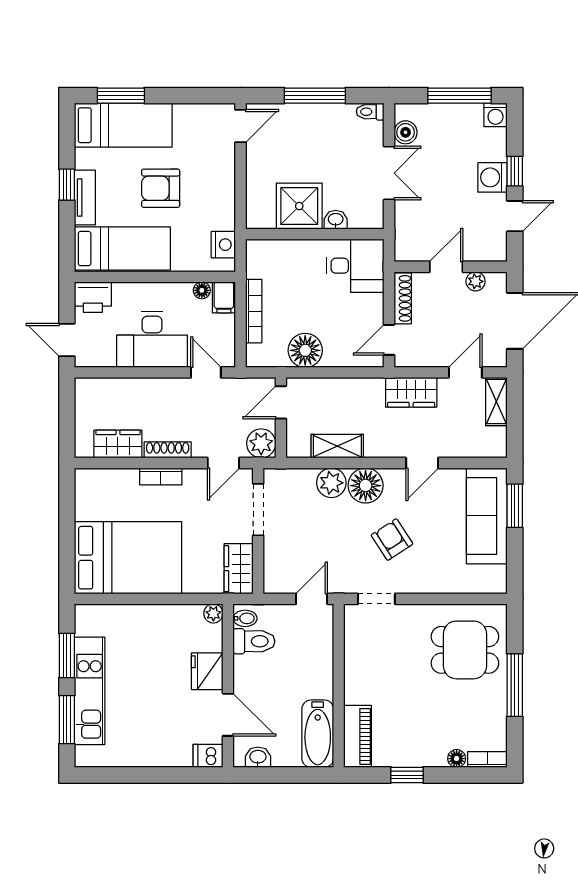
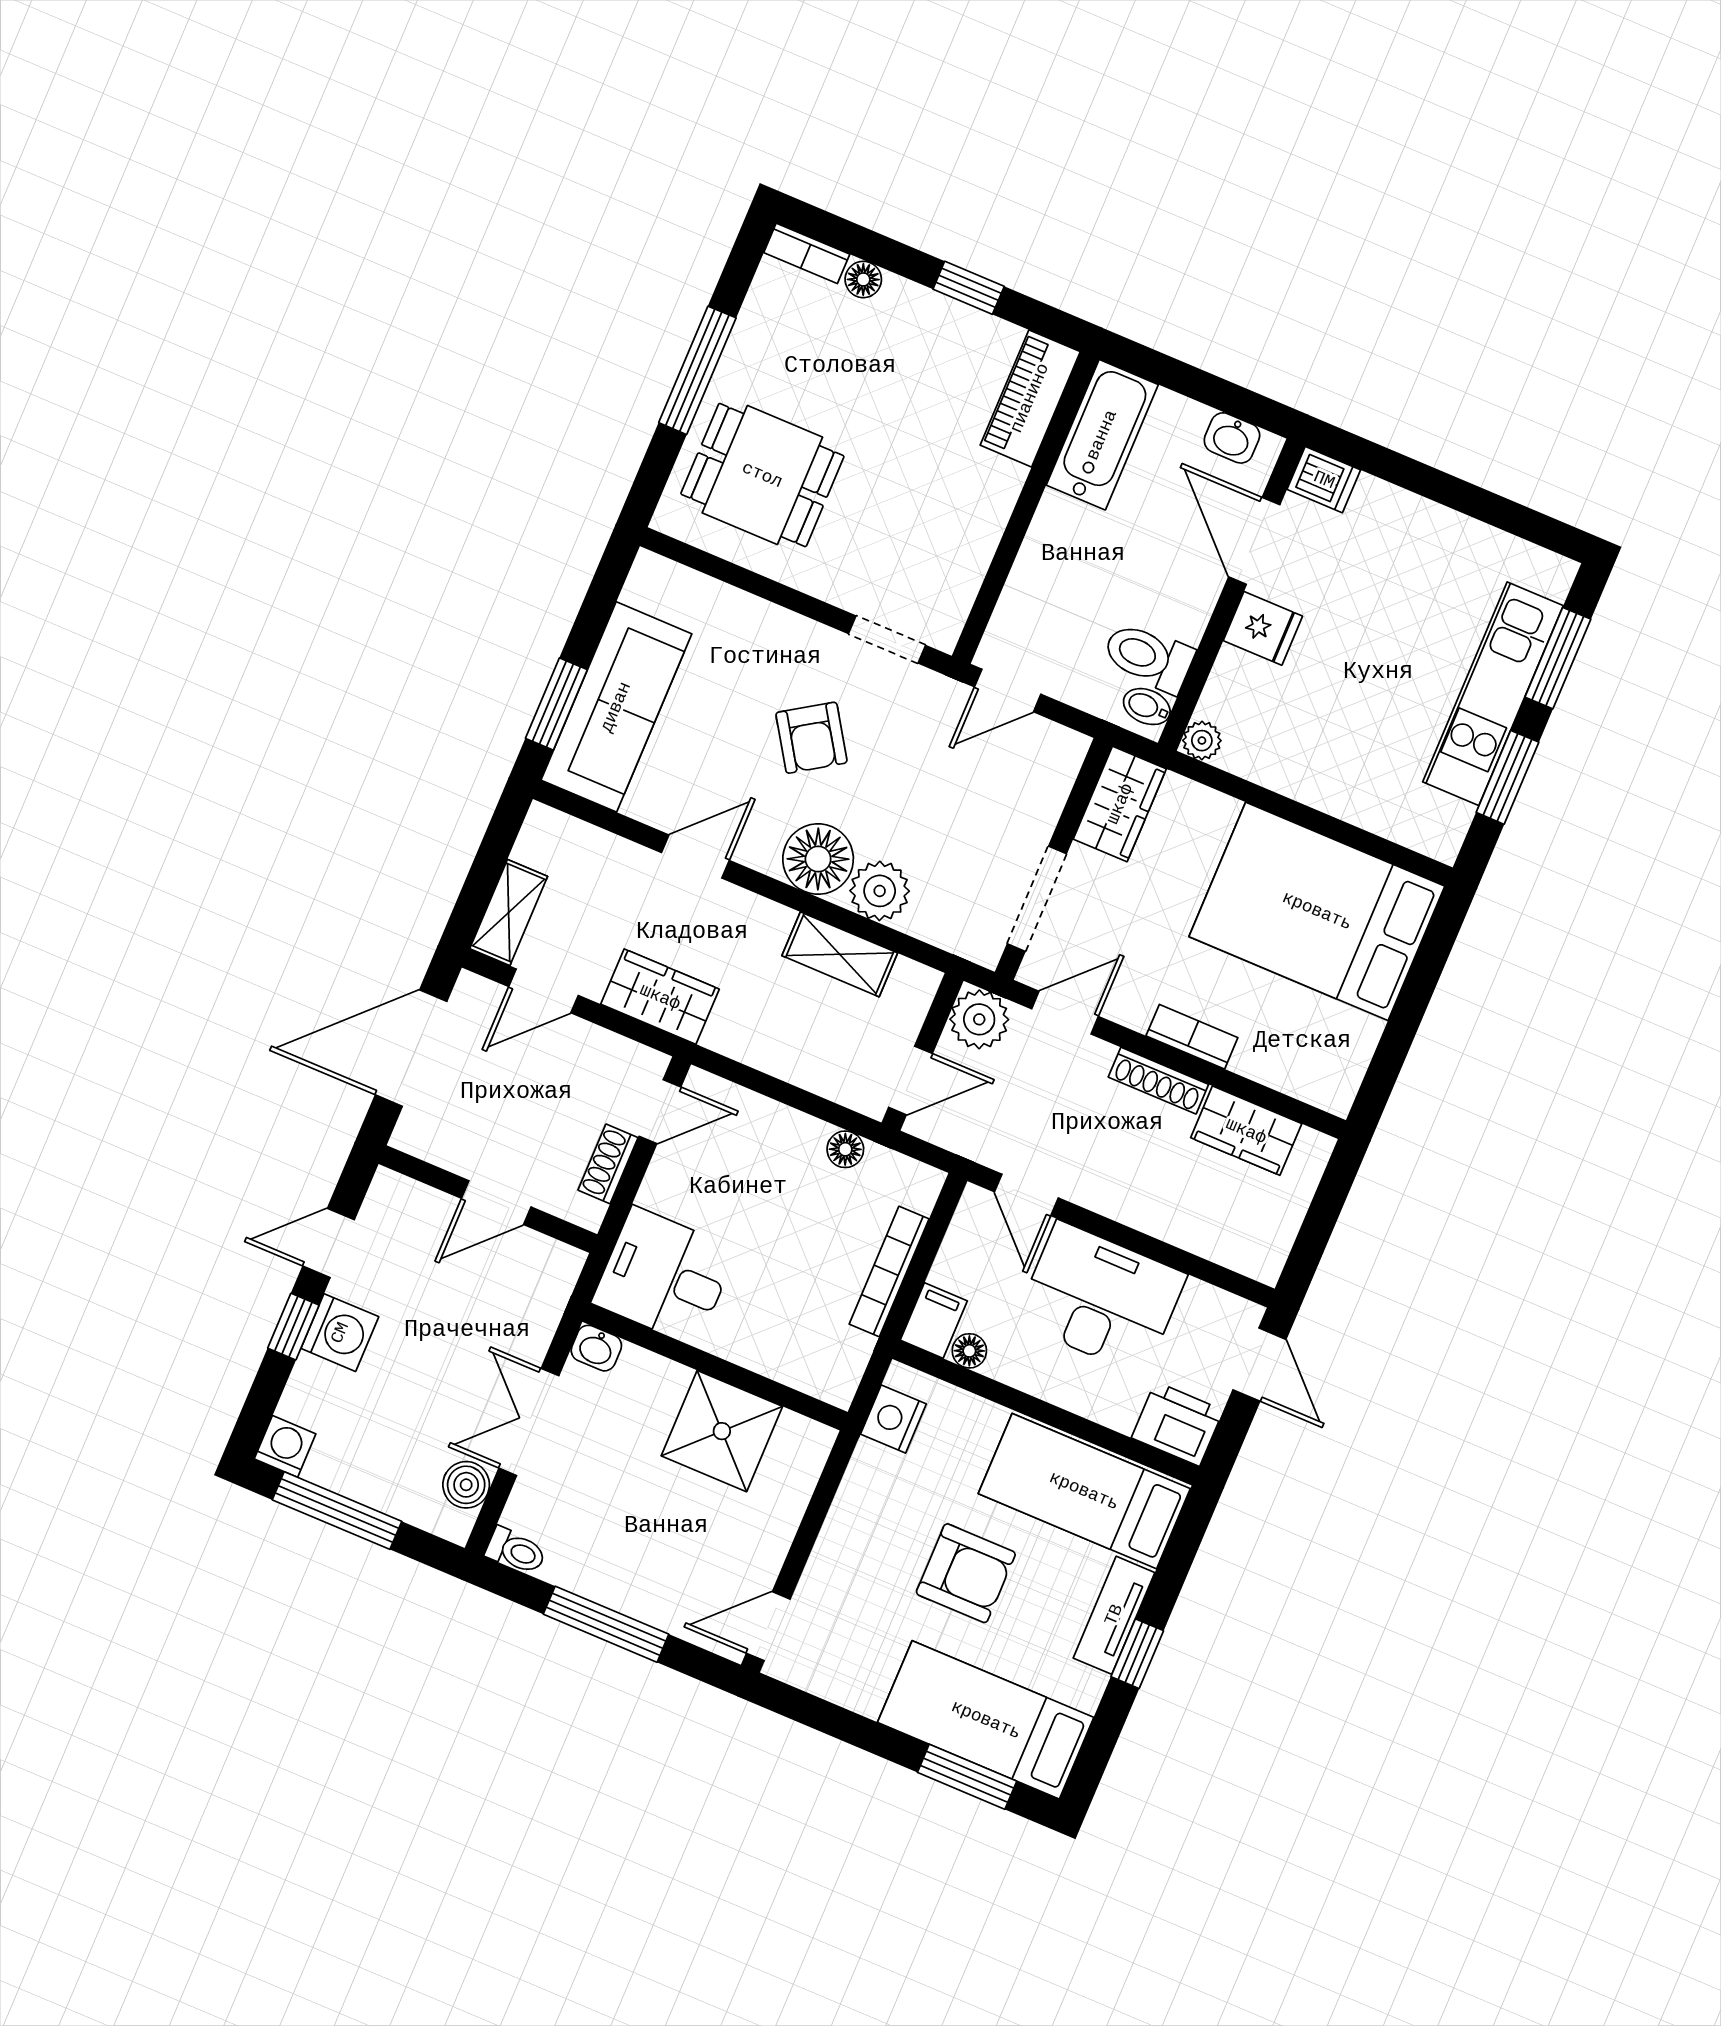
washbasin: (336, 220) -> (596, 1348), moved
plant: (476, 281) -> (453, 1152), removed
shoe rack: (403, 298) -> (608, 1164), width x0.70
floor lamp: (305, 350) -> (845, 1149), width x0.53, depth x0.53
fridge: (207, 671) -> (1263, 628), width x0.72

